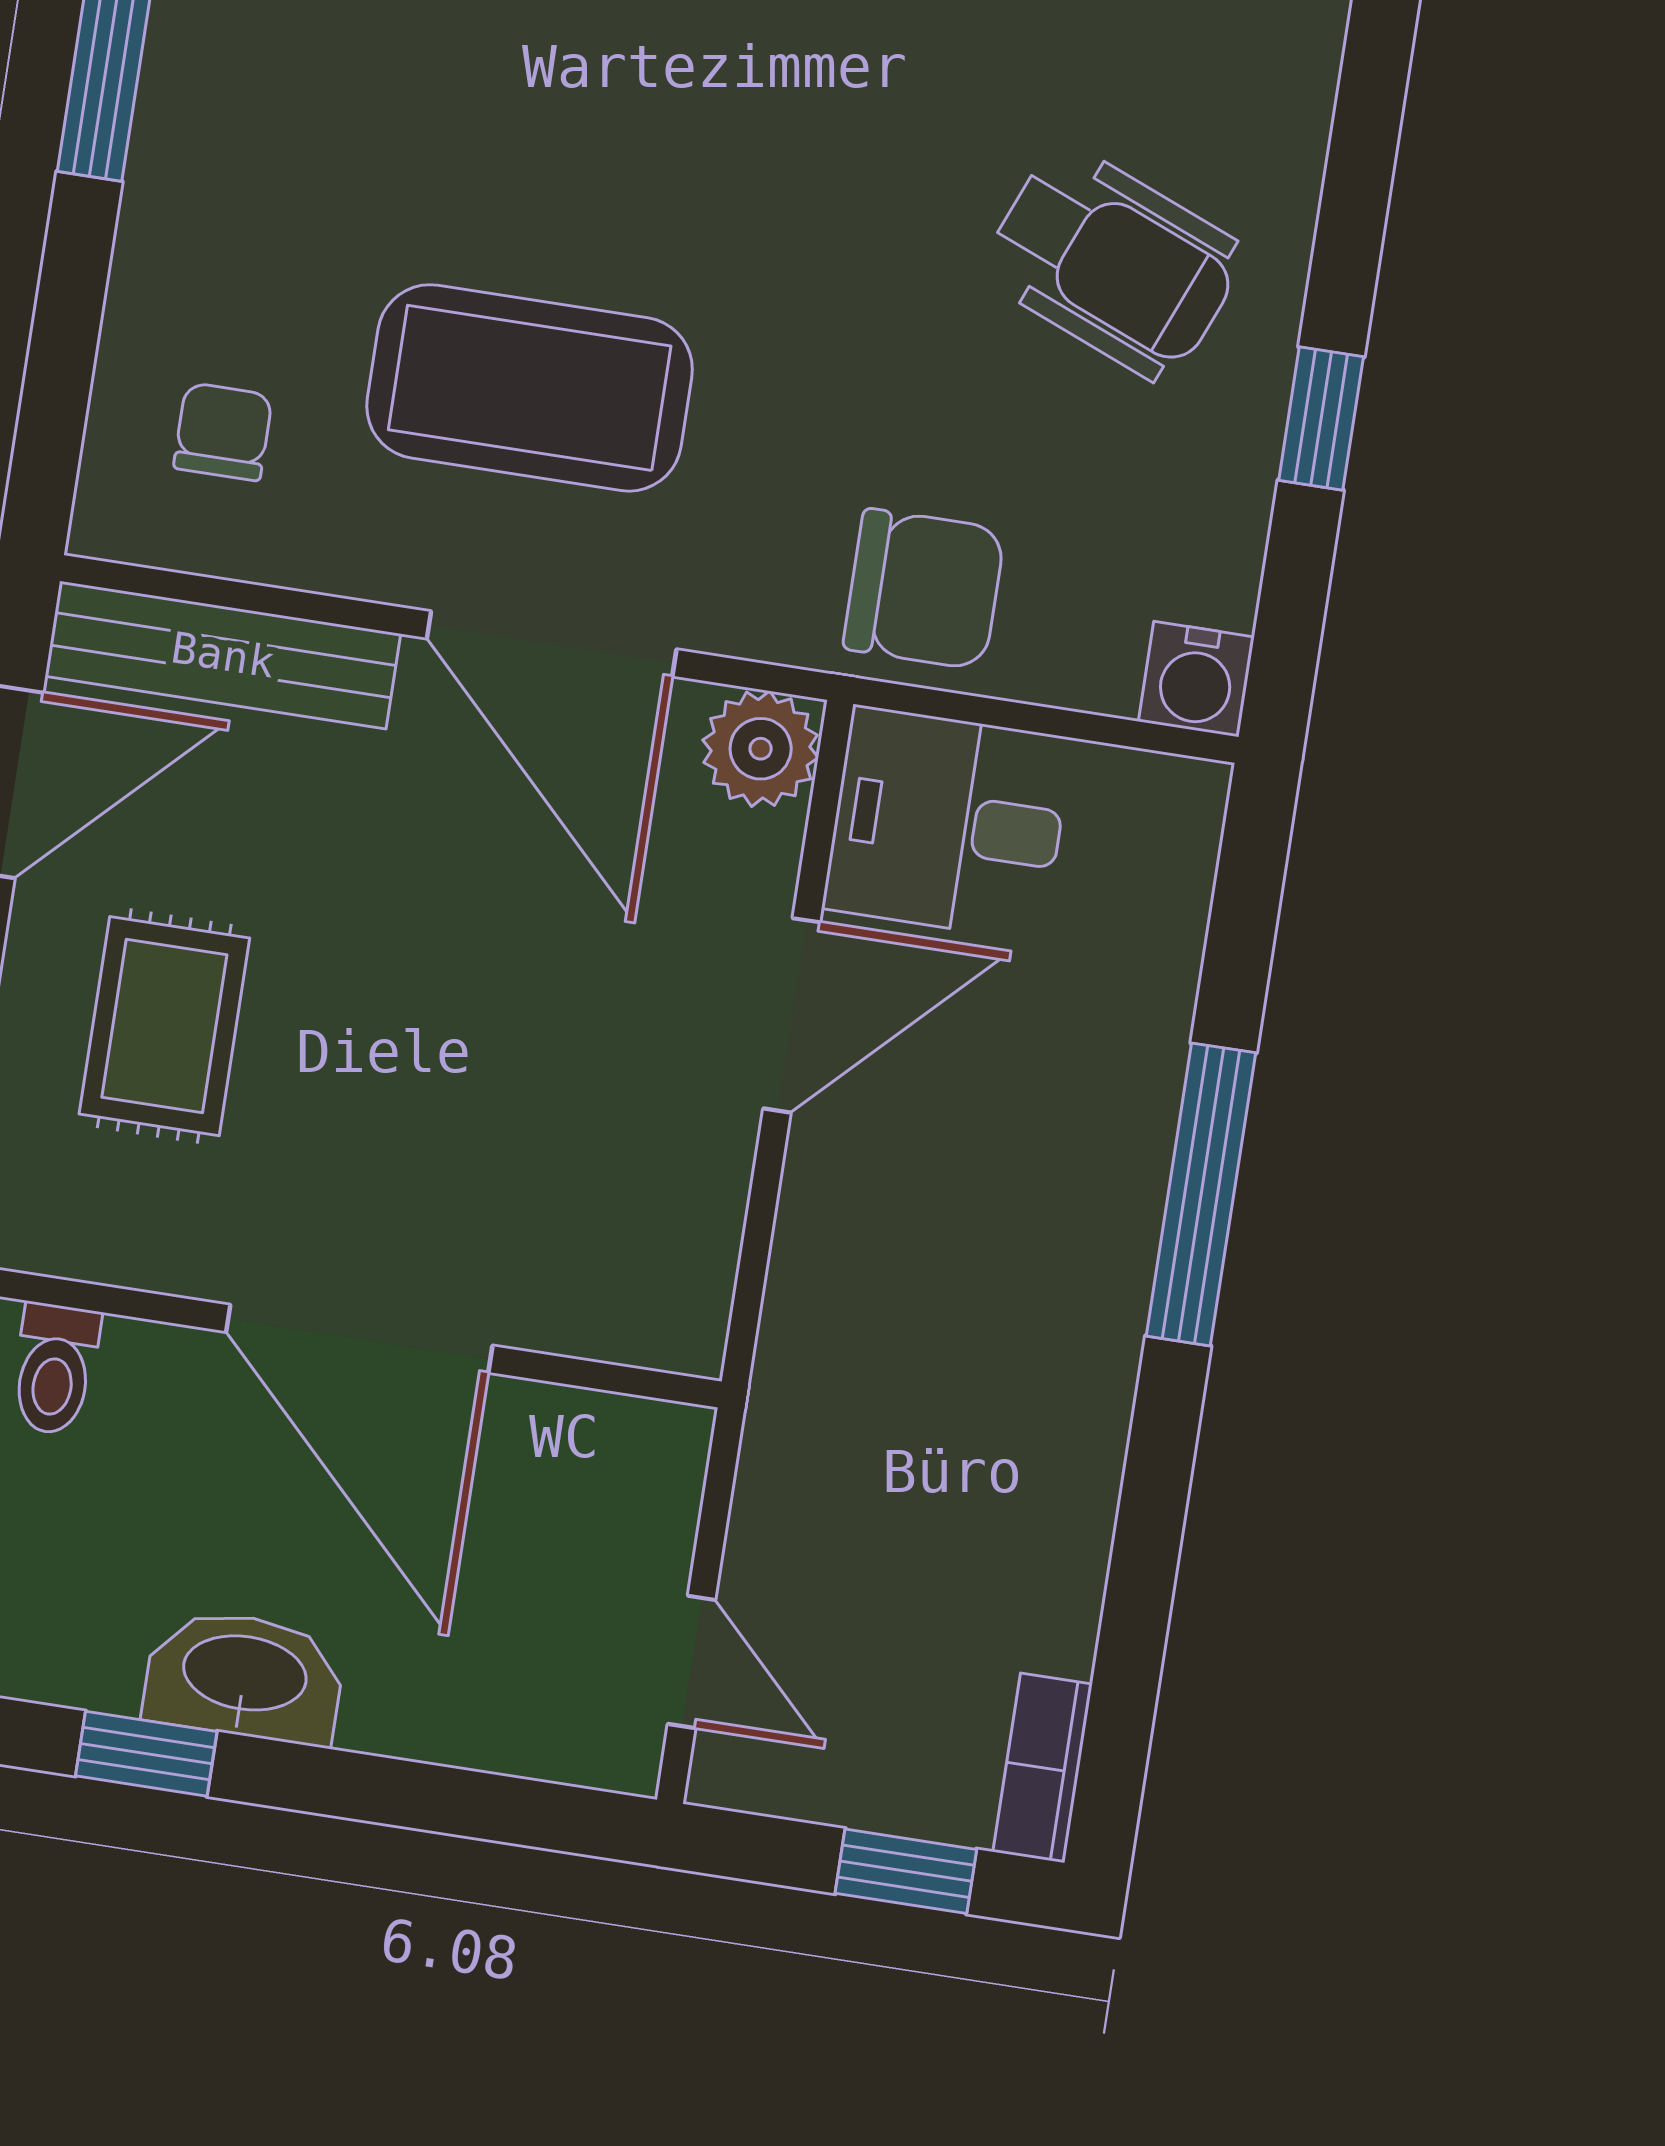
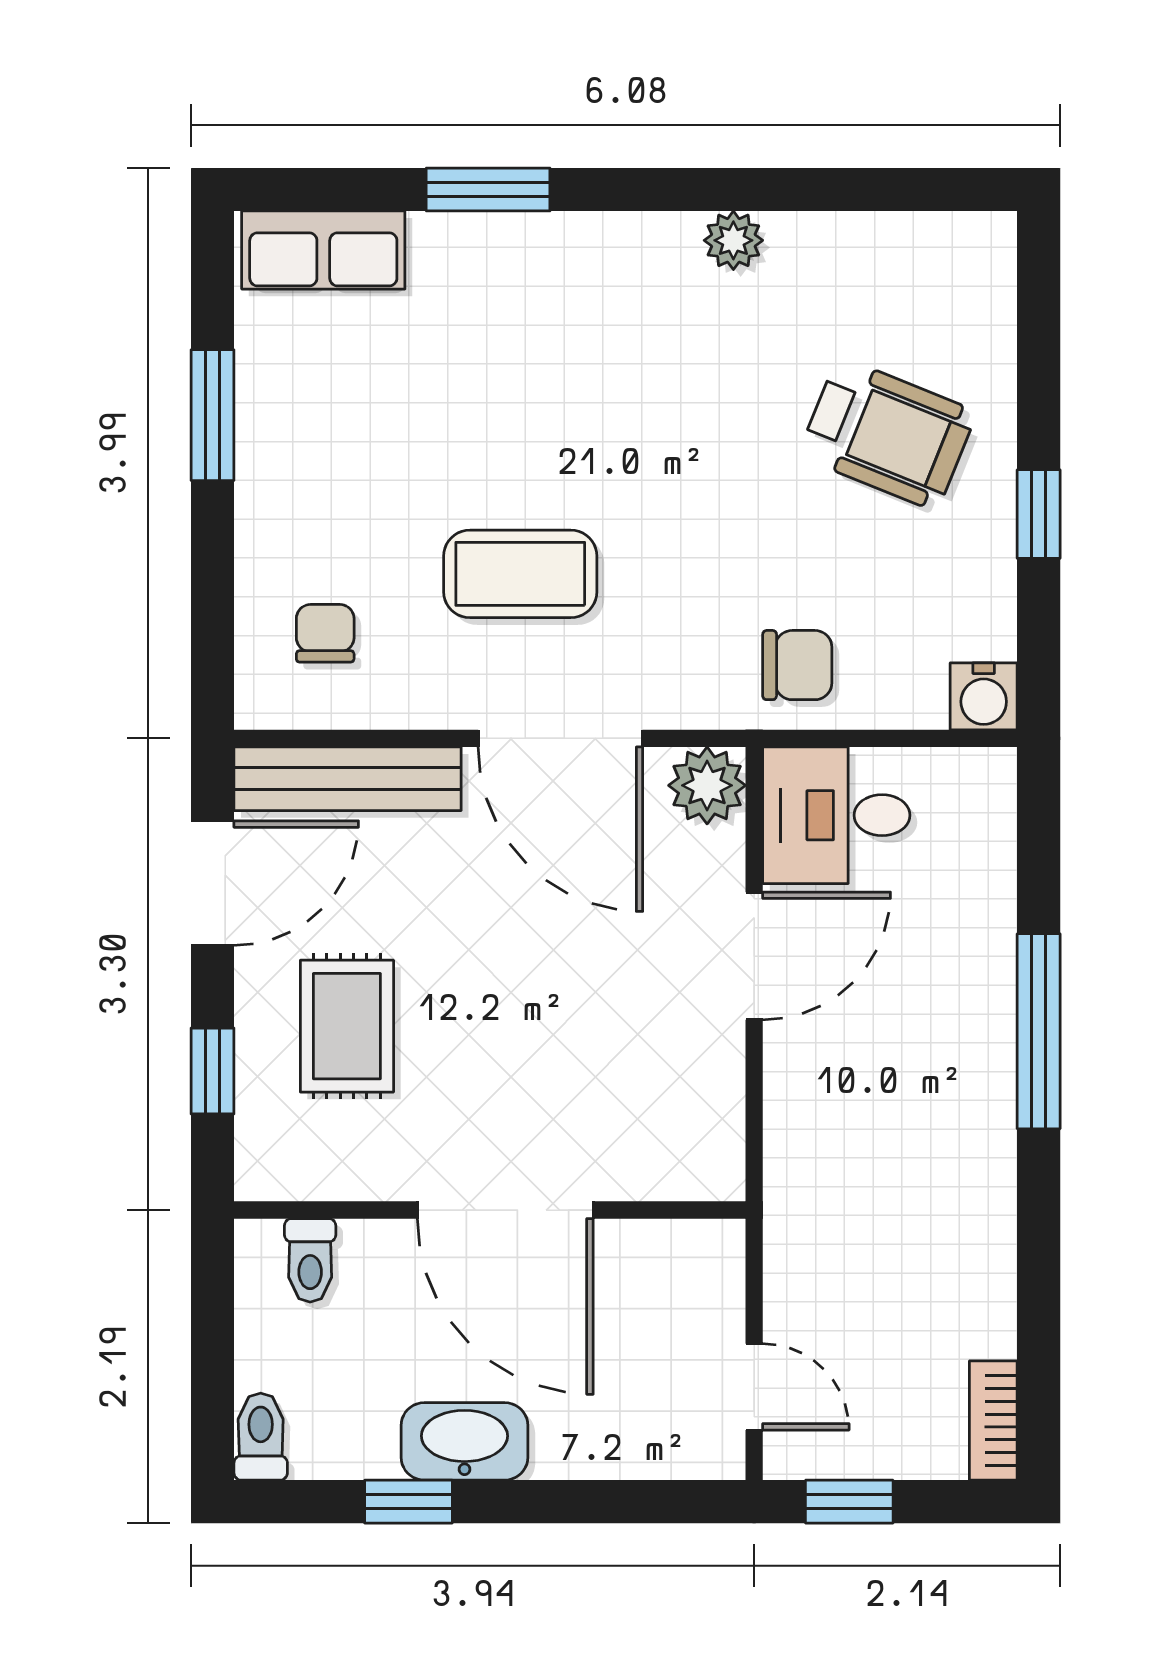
coffee table: (530, 388) -> (520, 574), width x0.73, depth x0.76
chair: (924, 589) -> (797, 665), width x0.73, depth x0.73
window: (906, 1871) -> (849, 1502), moved

